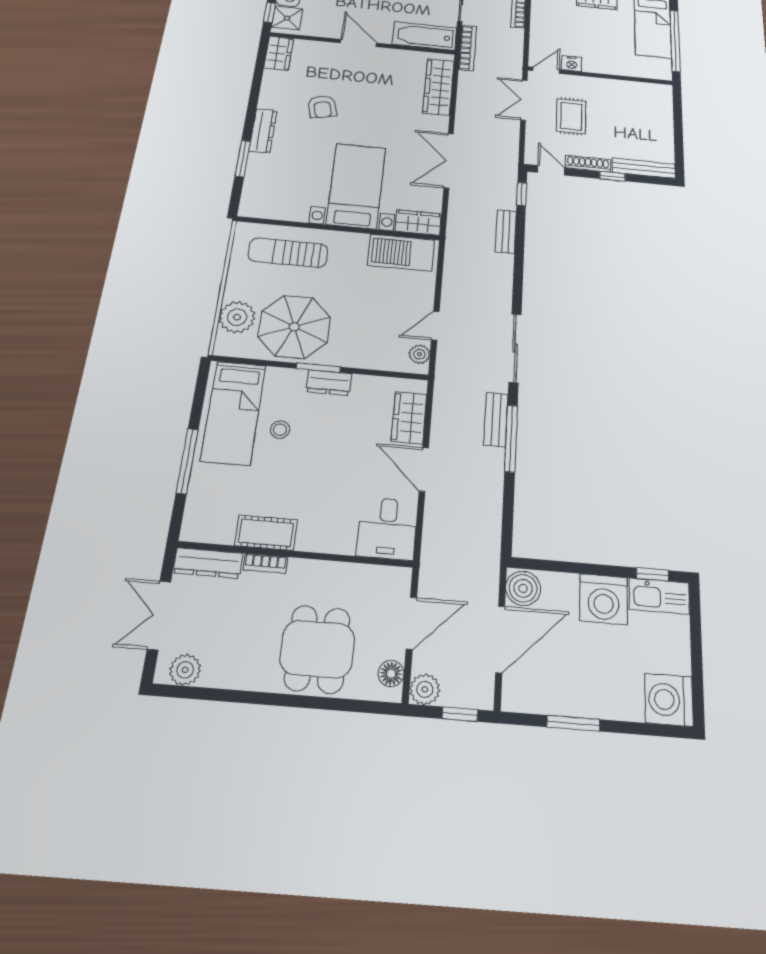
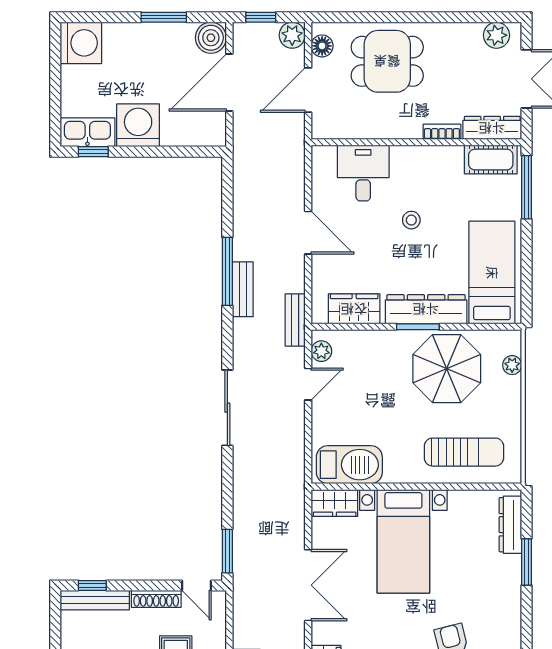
dresser: (263, 131) -> (510, 525), moved
window: (613, 176) -> (92, 586), moved
window: (522, 194) -> (227, 551), width x1.50
bench: (506, 231) -> (295, 320), moved
plant: (237, 317) -> (512, 365), width x0.53, depth x0.53
sliding door: (515, 348) -> (227, 408), moved
dresser: (329, 383) -> (426, 309), width x1.96, depth x1.24
wardrobe: (409, 418) -> (354, 309), moved, turned -90
stool: (280, 430) -> (411, 220), moved
window: (187, 461) -> (527, 187), moved
desk: (387, 528) -> (363, 173), moved
cot: (266, 533) -> (491, 160), moved
boiler: (523, 588) -> (211, 38), moved
dining table: (317, 649) -> (387, 61), turned 90

